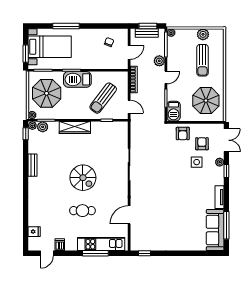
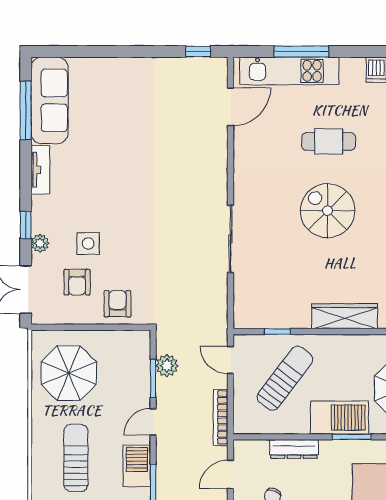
plant: (159, 61) -> (167, 366), moved
dresser: (99, 64) -> (294, 449), added
barbecue: (174, 111) -> (137, 466), moved
door: (129, 215) -> (230, 107), moved

